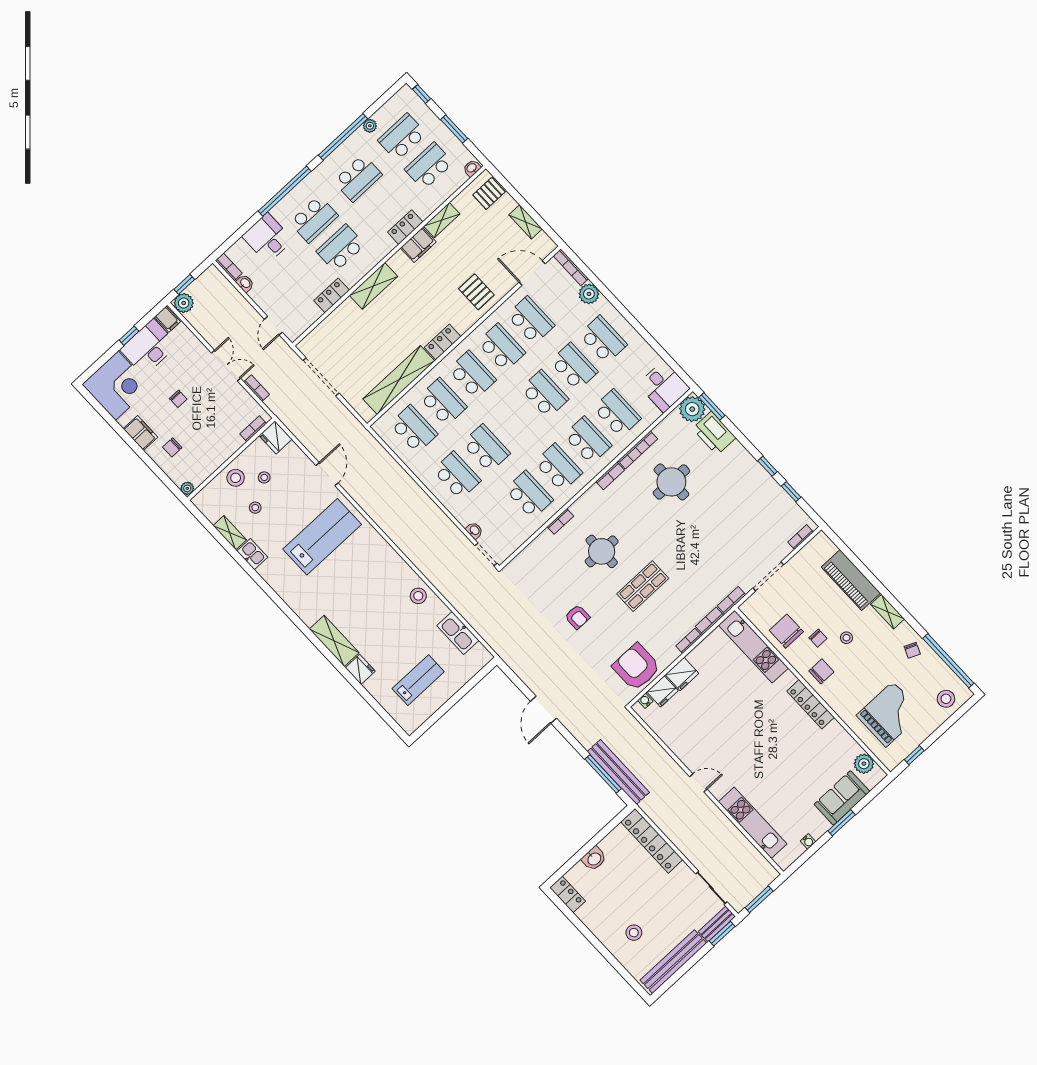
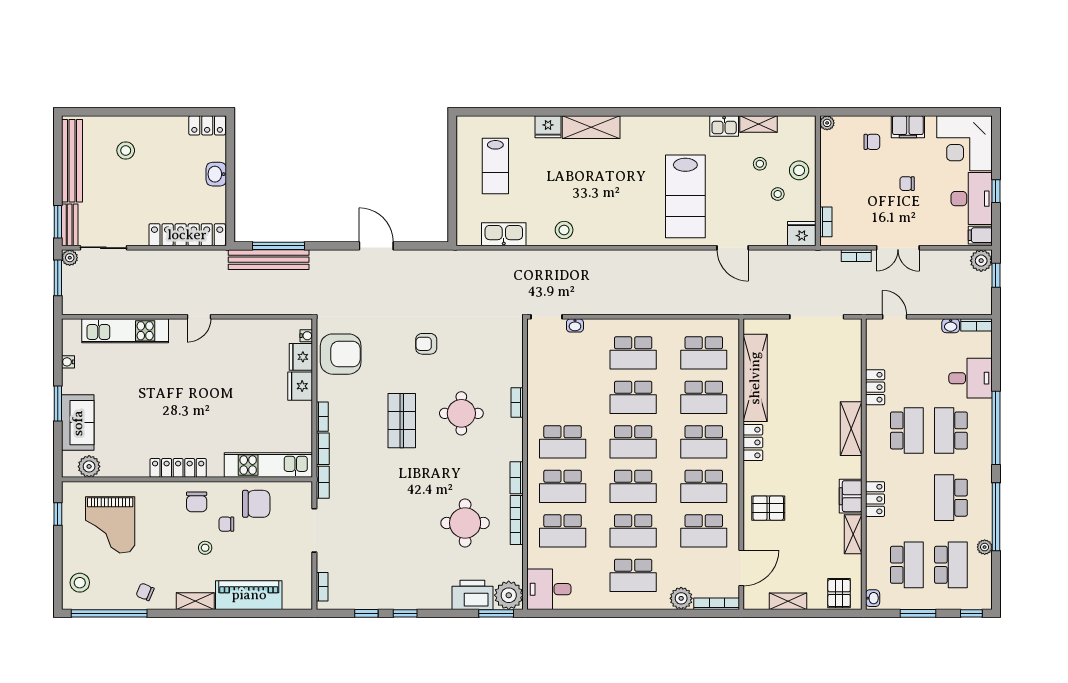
chair: (172, 447) -> (872, 142), turned 90
school desk: (529, 495) -> (633, 442), moved
plant: (738, 904) -> (70, 258), added

